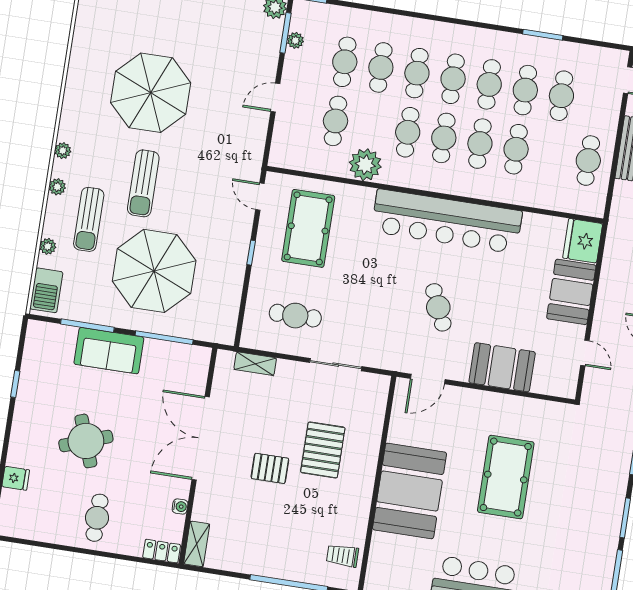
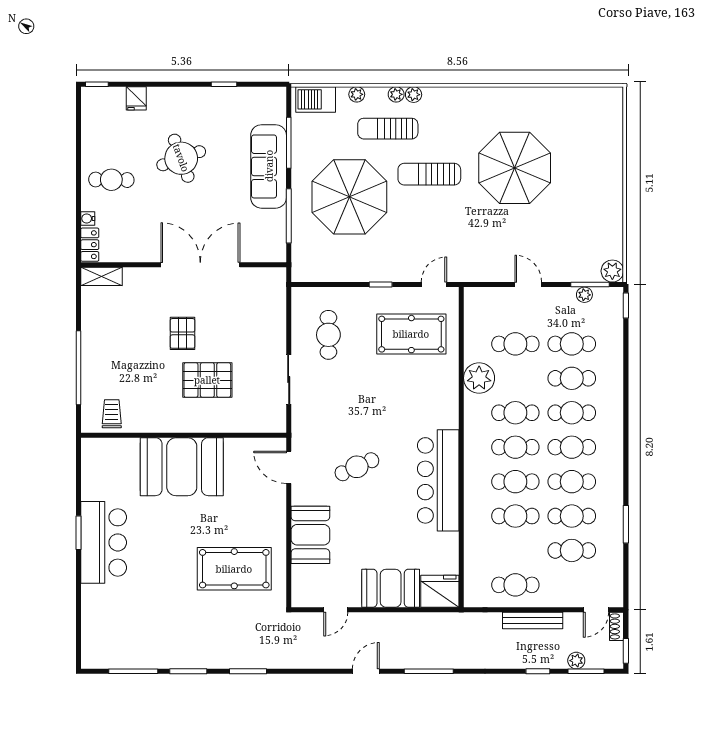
plant: (63, 151) -> (396, 94), moved
bar counter: (447, 221) -> (438, 480), width x0.73
sofa: (109, 351) -> (269, 166), width x1.36
shelving: (255, 364) -> (278, 305), removed
pool table: (506, 477) -> (234, 569), moved
water cooler: (180, 506) -> (88, 219), moved, turned 90

